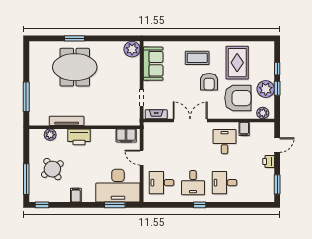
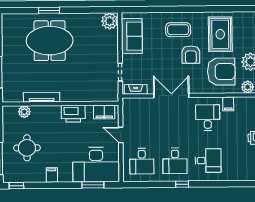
printer: (79, 137) -> (73, 114), moved
round table: (52, 169) -> (27, 148), turned 35
desk: (162, 183) -> (142, 161), turned -90
desk: (225, 183) -> (208, 161), turned 180

